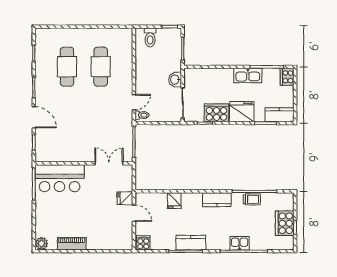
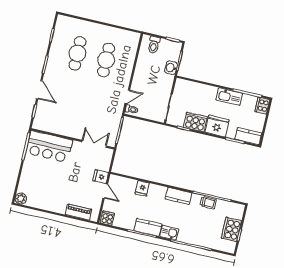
washbasin: (175, 80) -> (171, 68), moved
kitchen sink: (240, 243) -> (169, 233), moved
piano: (72, 244) -> (78, 212), moved

